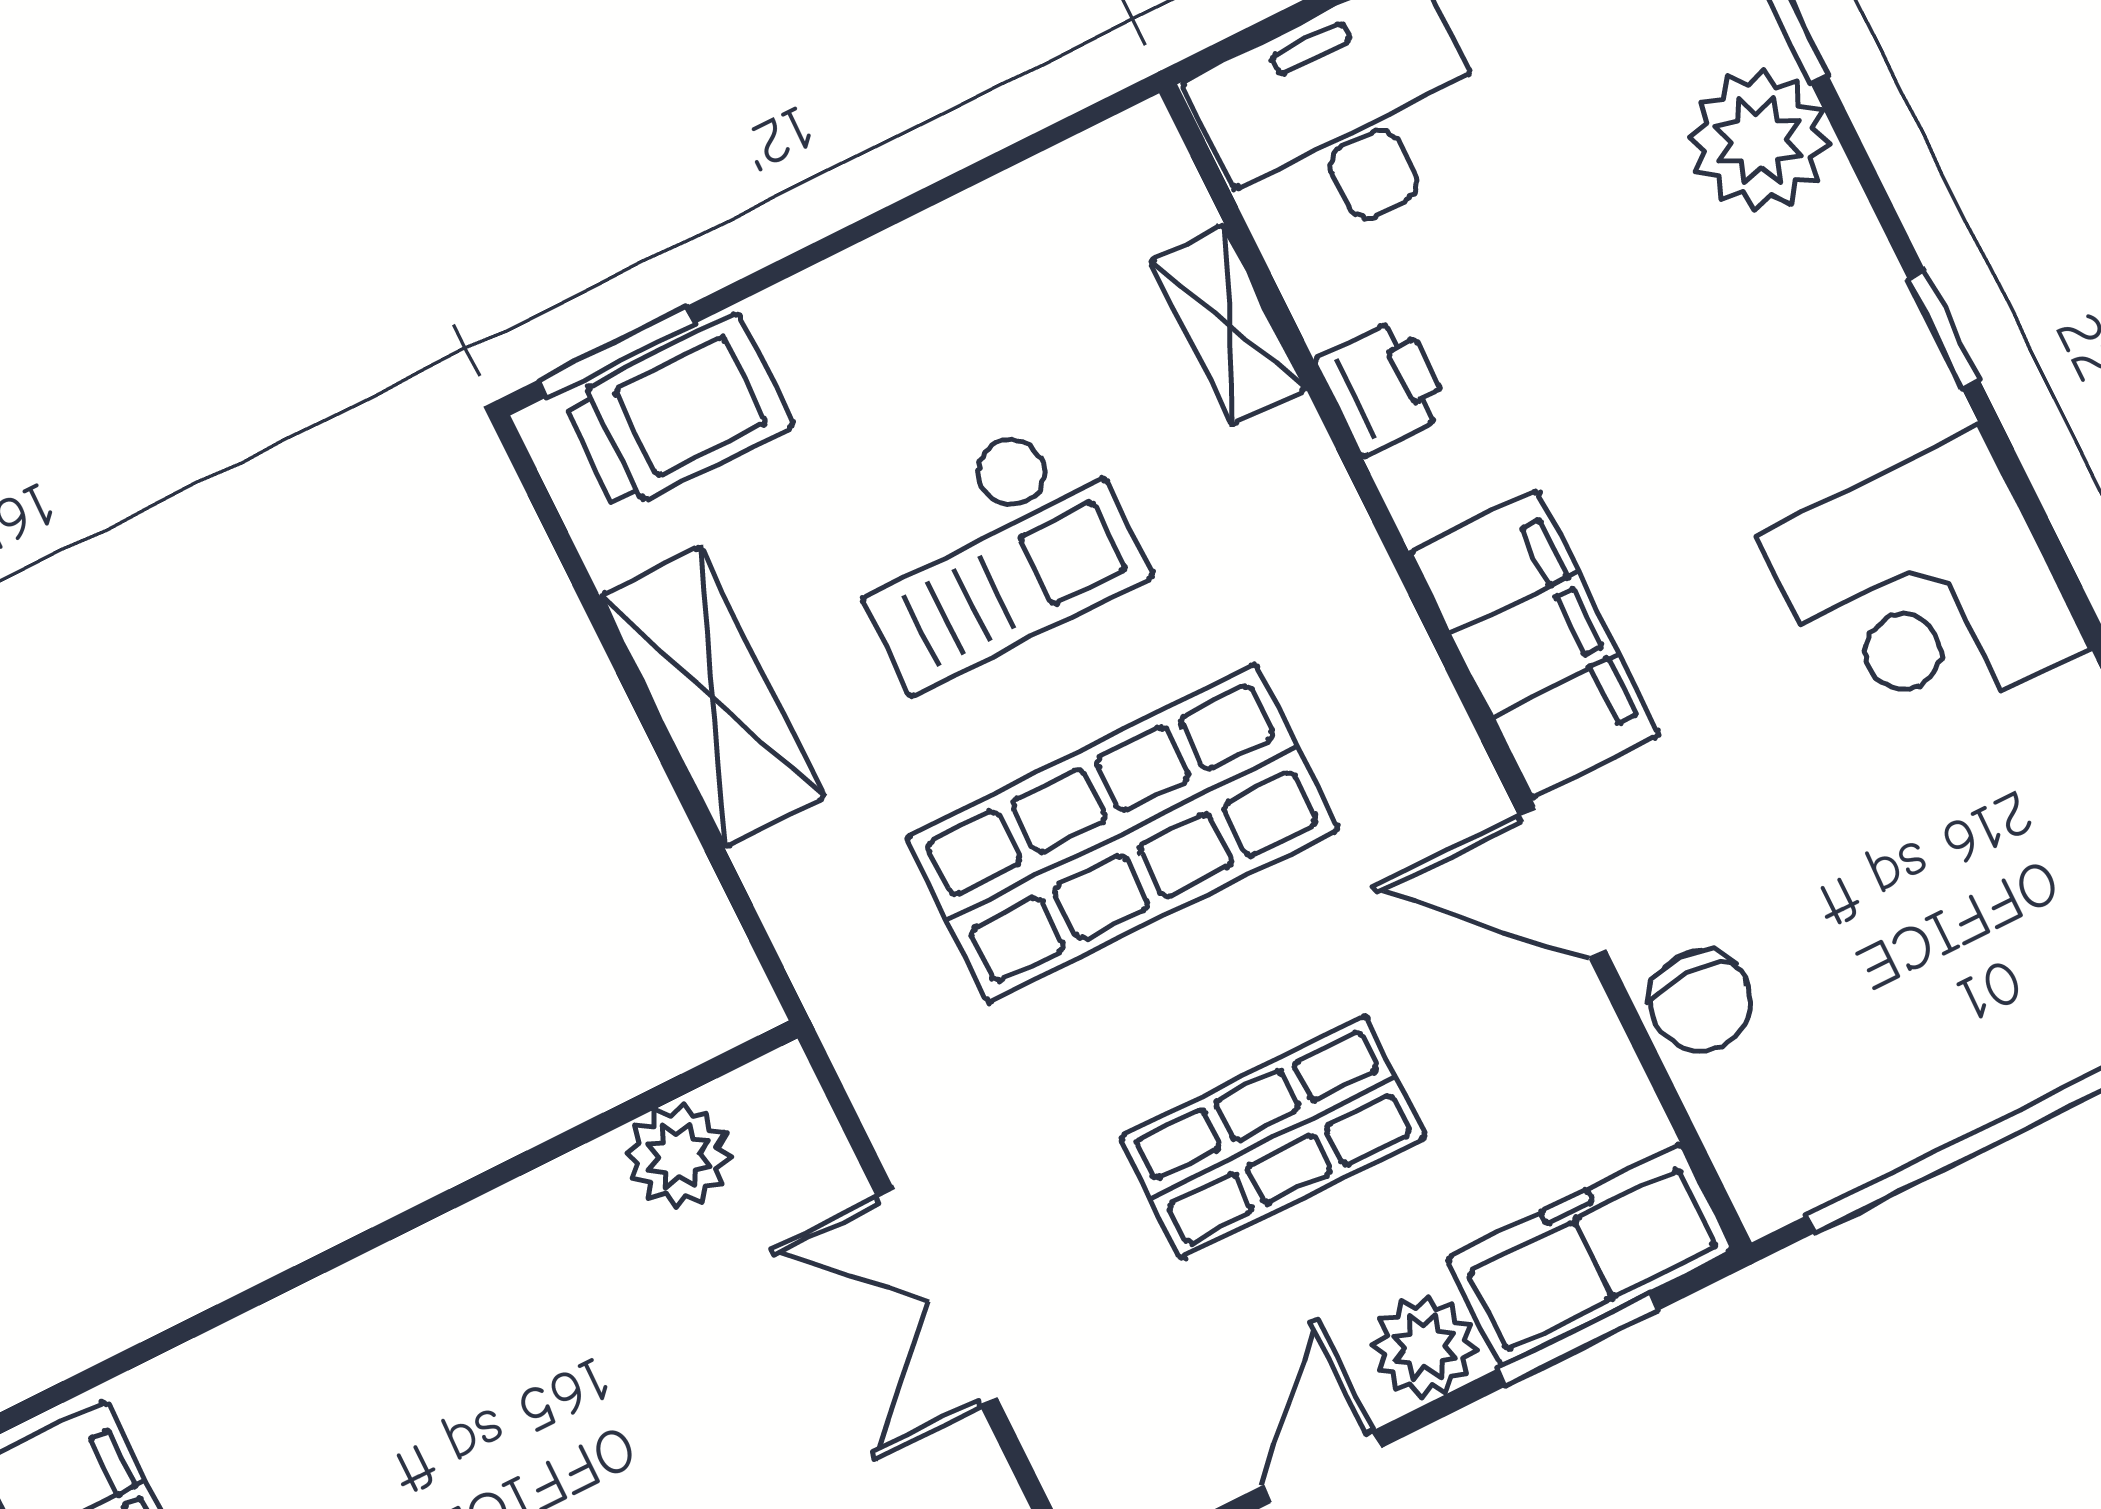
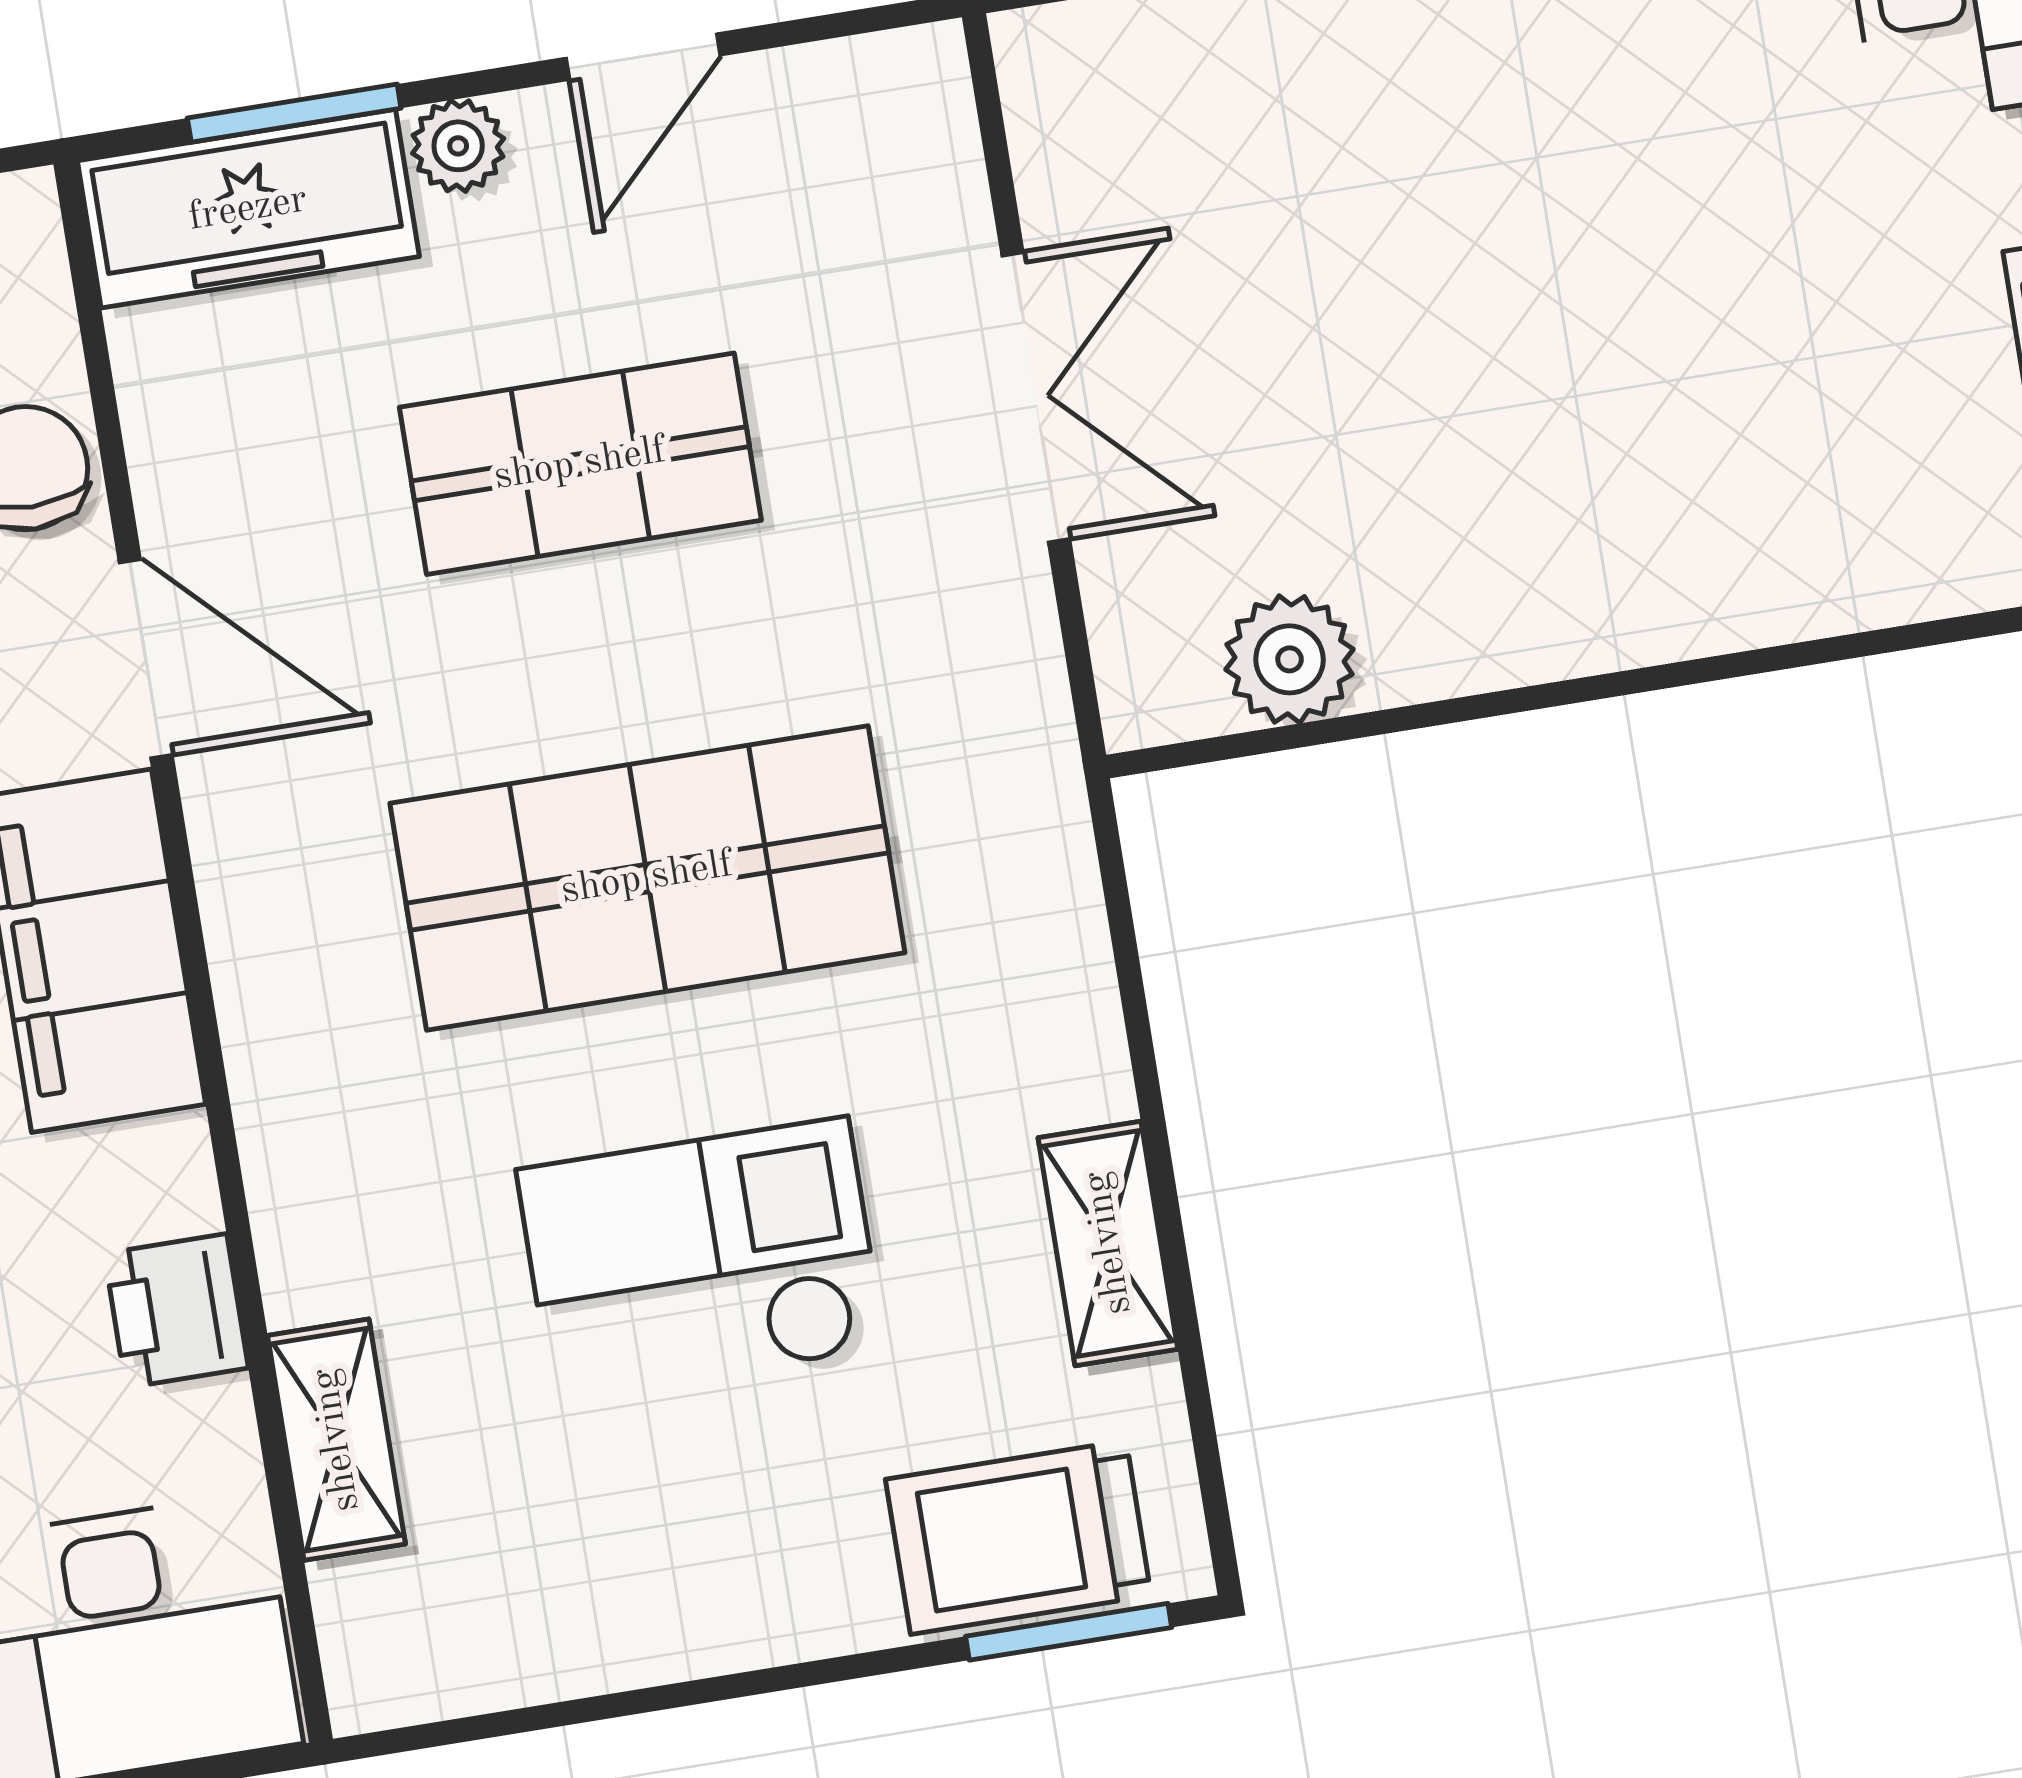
shelving: (712, 697) -> (1108, 1243), width x0.67, depth x0.75
plant: (1425, 1347) -> (458, 146), width x0.73, depth x0.73

